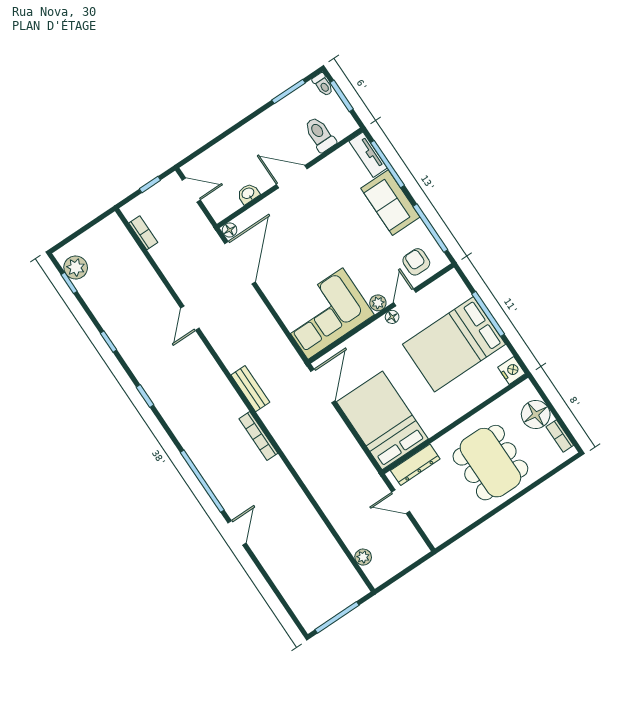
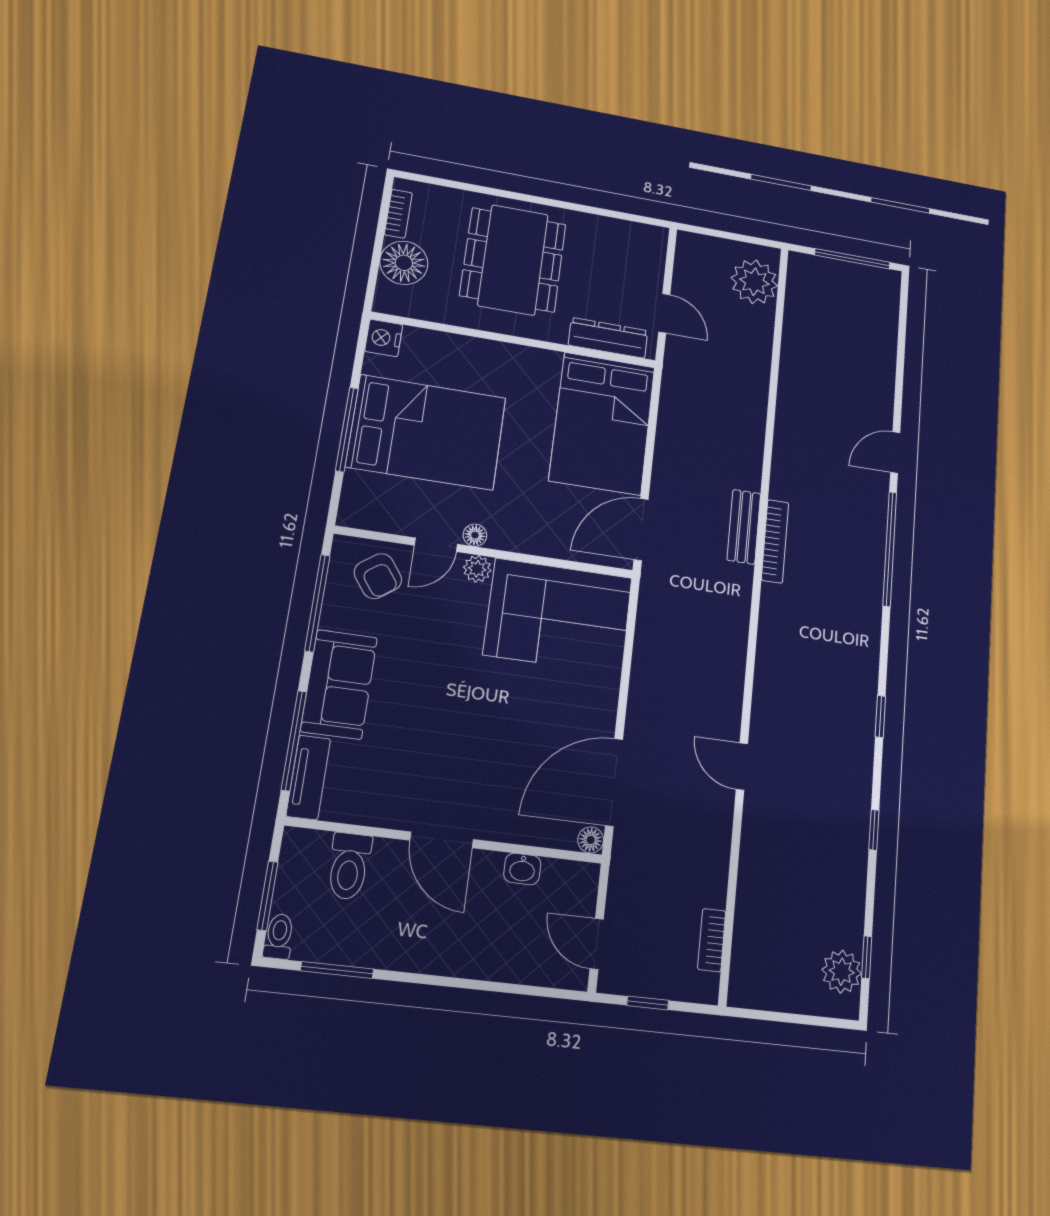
armchair: (416, 262) -> (378, 576), turned -36
door: (190, 318) -> (742, 767), swing flipped
bench: (250, 389) -> (744, 527), moved
plant: (363, 557) -> (754, 282), width x1.87, depth x1.87

